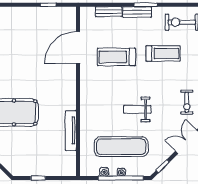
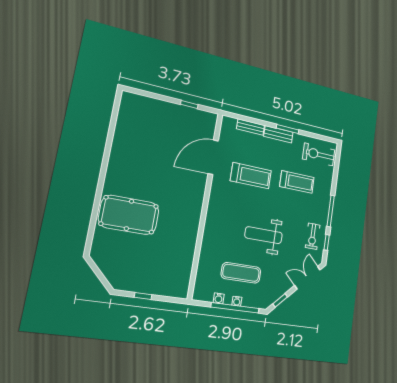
treadmill: (116, 57) -> (251, 176), turned 180
weight bench: (137, 109) -> (264, 235), width x1.36, depth x1.33
tv unit: (71, 130) -> (190, 246), removed
exercise mat: (121, 147) -> (241, 273), width x0.73, depth x0.69

